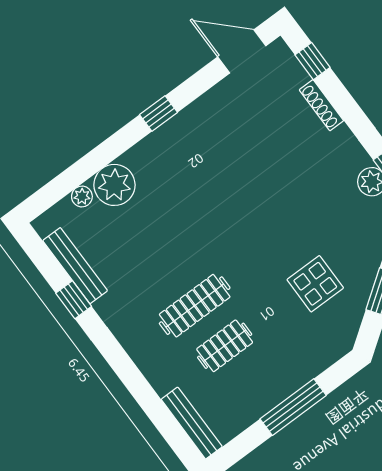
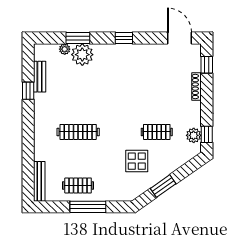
window: (89, 165) -> (78, 38), added
clothes rail: (313, 218) -> (157, 132), added
bench: (75, 266) -> (40, 77), width x0.73
clothes rail: (225, 346) -> (78, 185), moved

